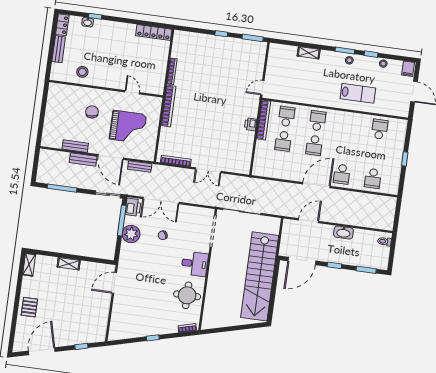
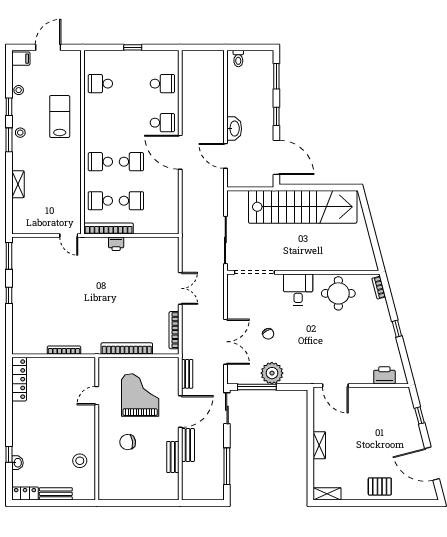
bookcase: (168, 106) -> (127, 349), moved
printer: (133, 207) -> (384, 375), moved
washbasin: (343, 232) -> (234, 129), moved

